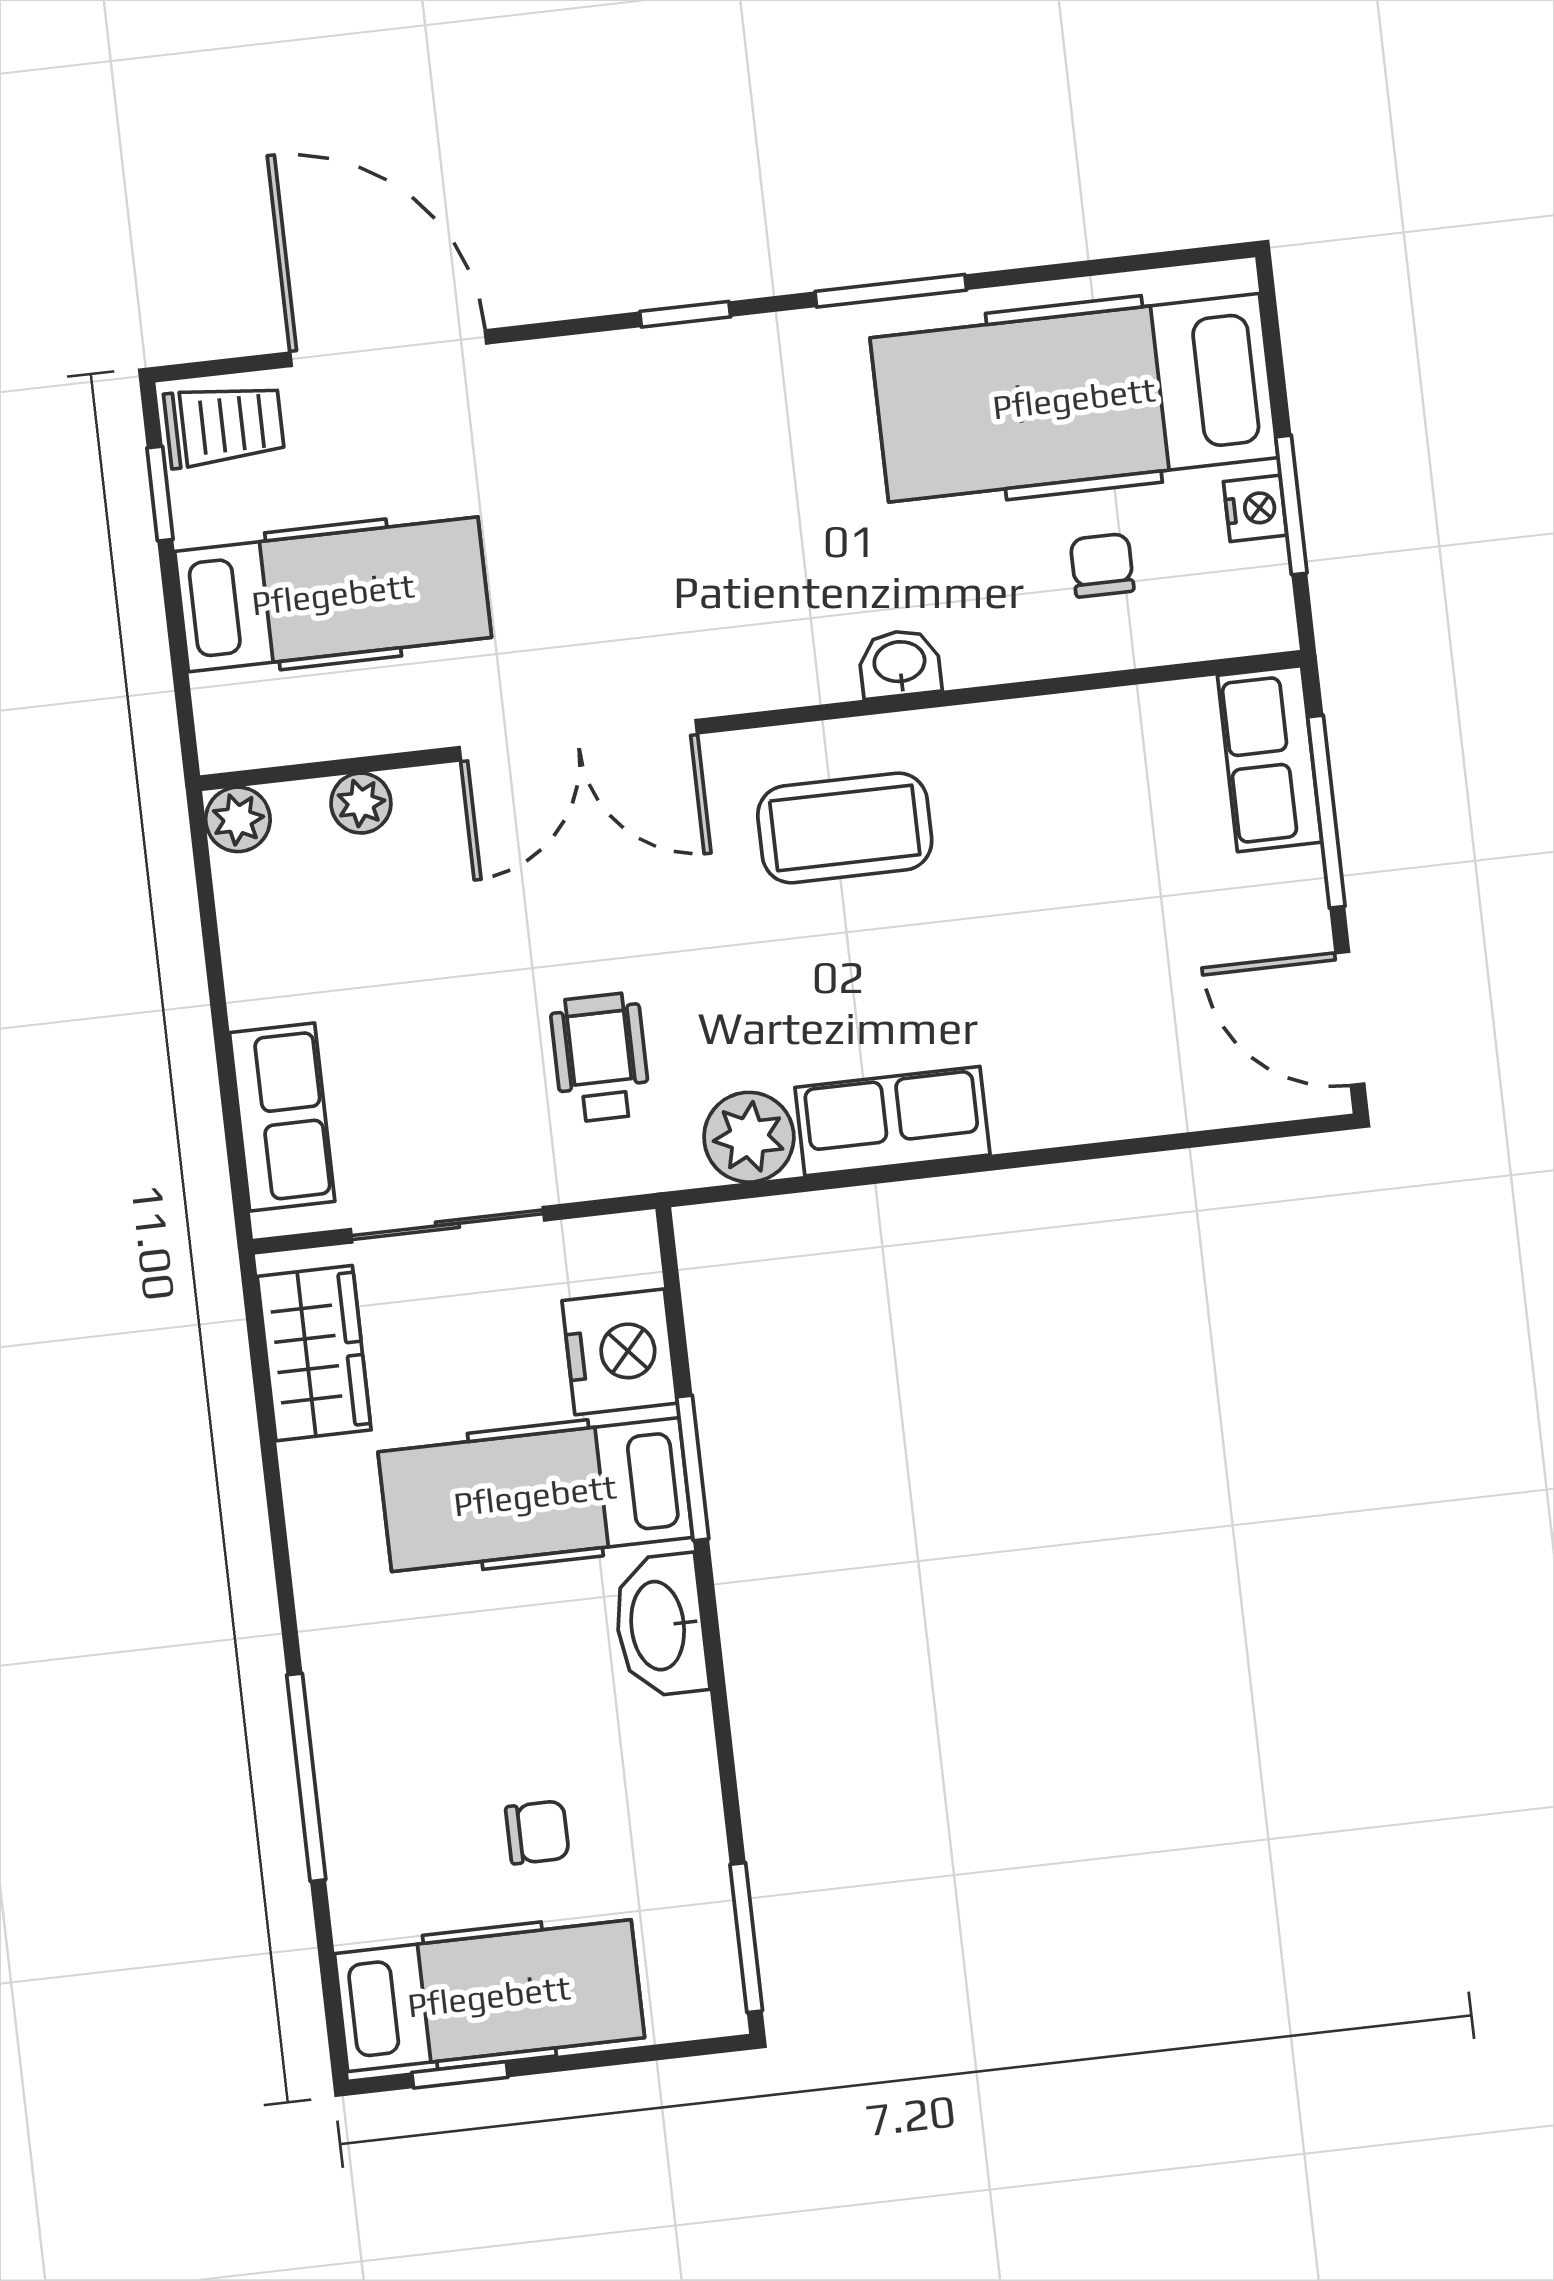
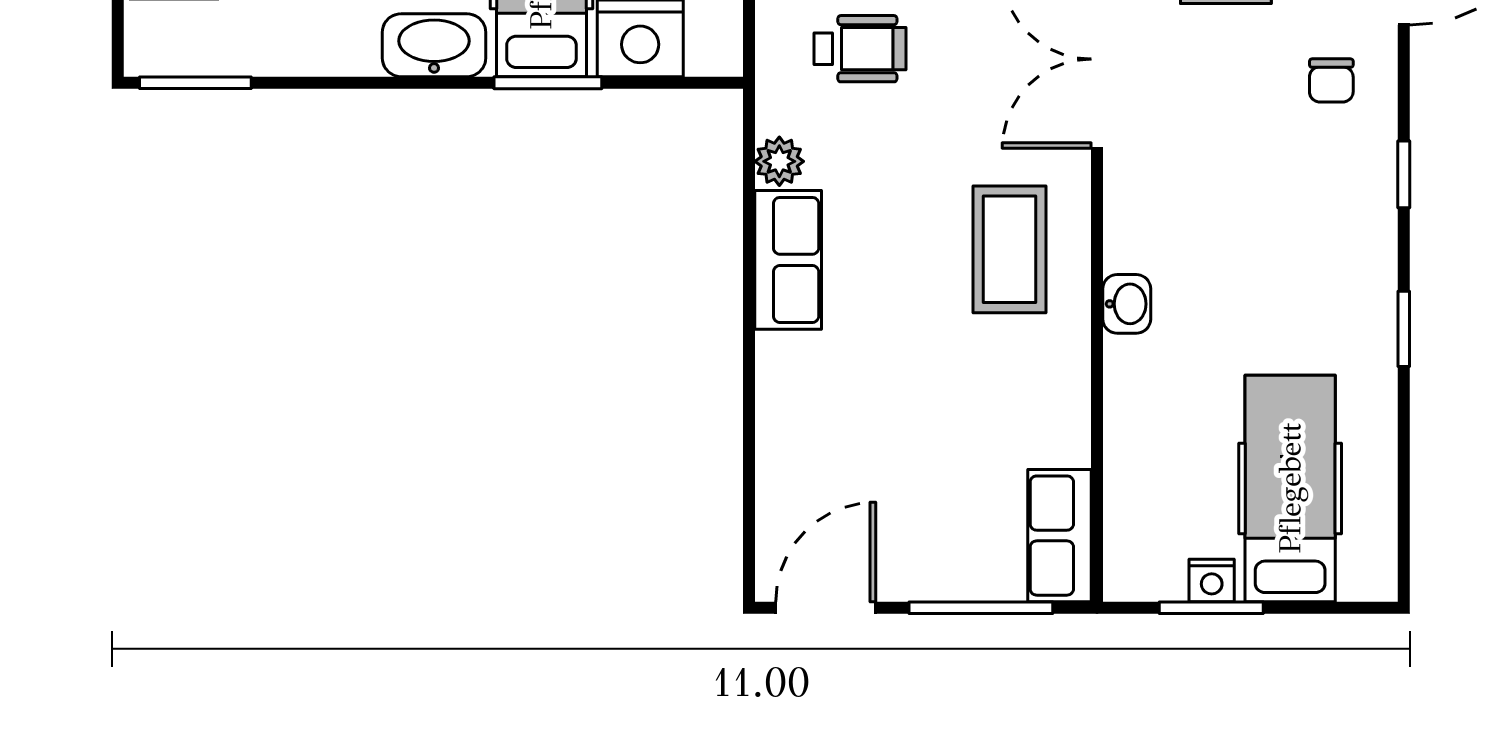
window: (891, 291) -> (1404, 329), width x0.67
hospital bed: (1074, 398) -> (1290, 488), width x0.73, depth x0.78
chair: (1102, 565) -> (1331, 80), moved, turned 90
row of seats: (1270, 759) -> (1059, 536), moved, turned -90
plant: (749, 1137) -> (779, 161), width x0.73, depth x0.73

